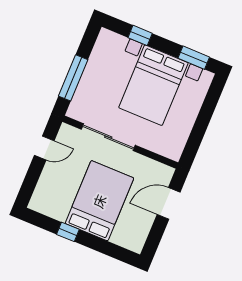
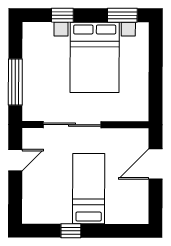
bed: (99, 201) -> (89, 189), width x0.67

